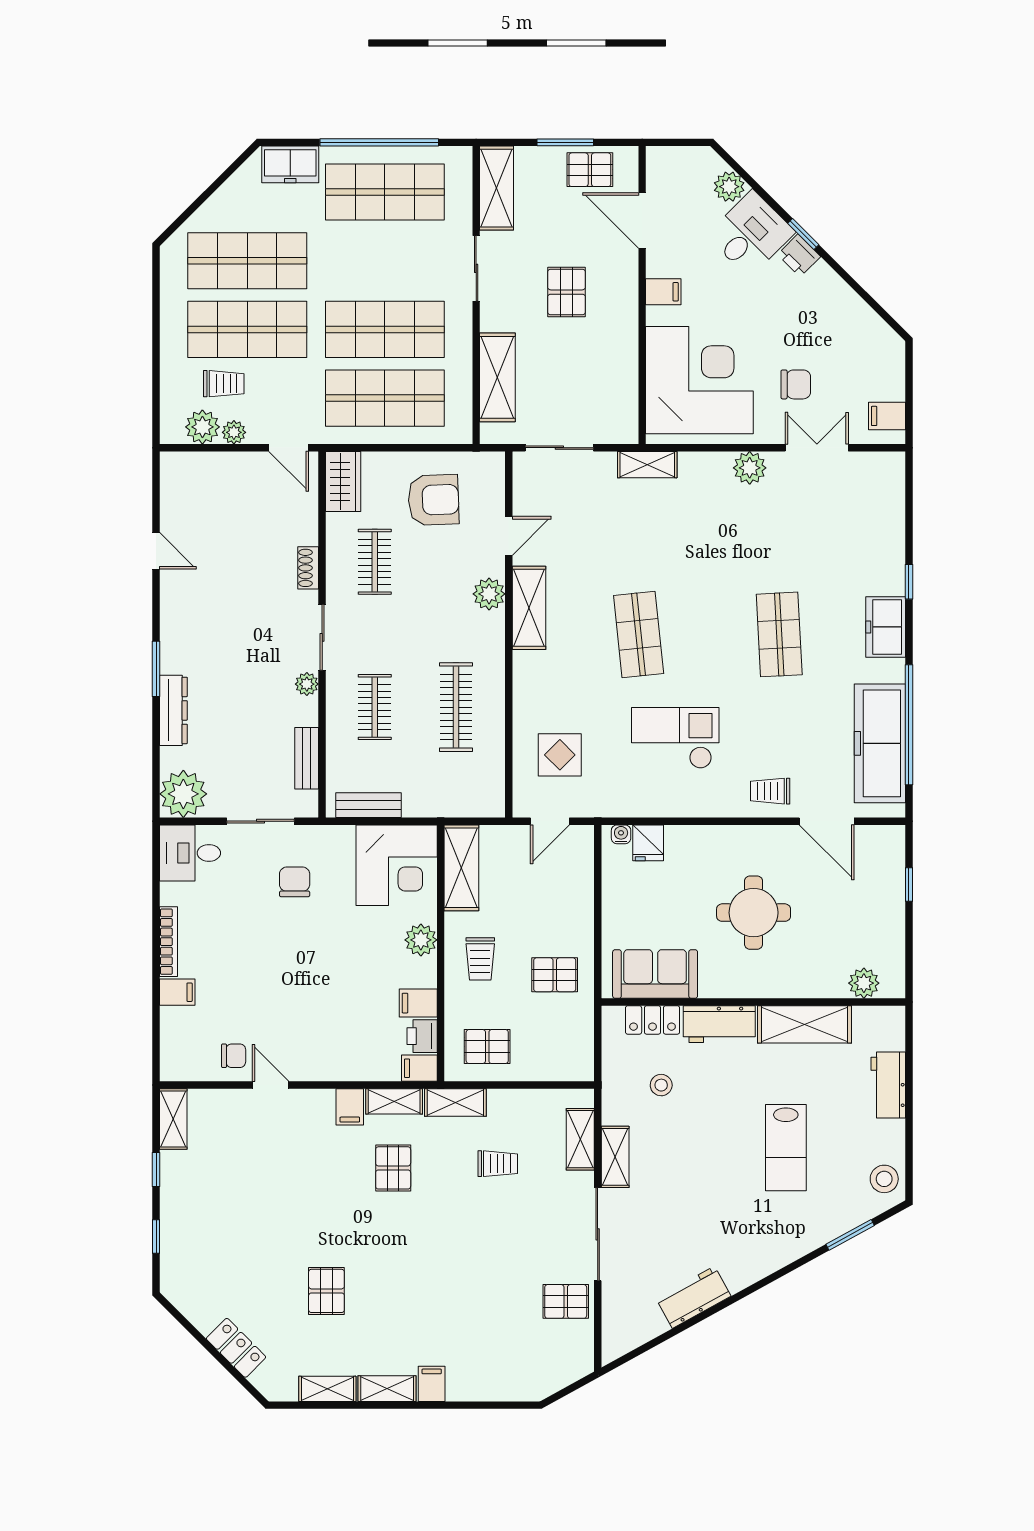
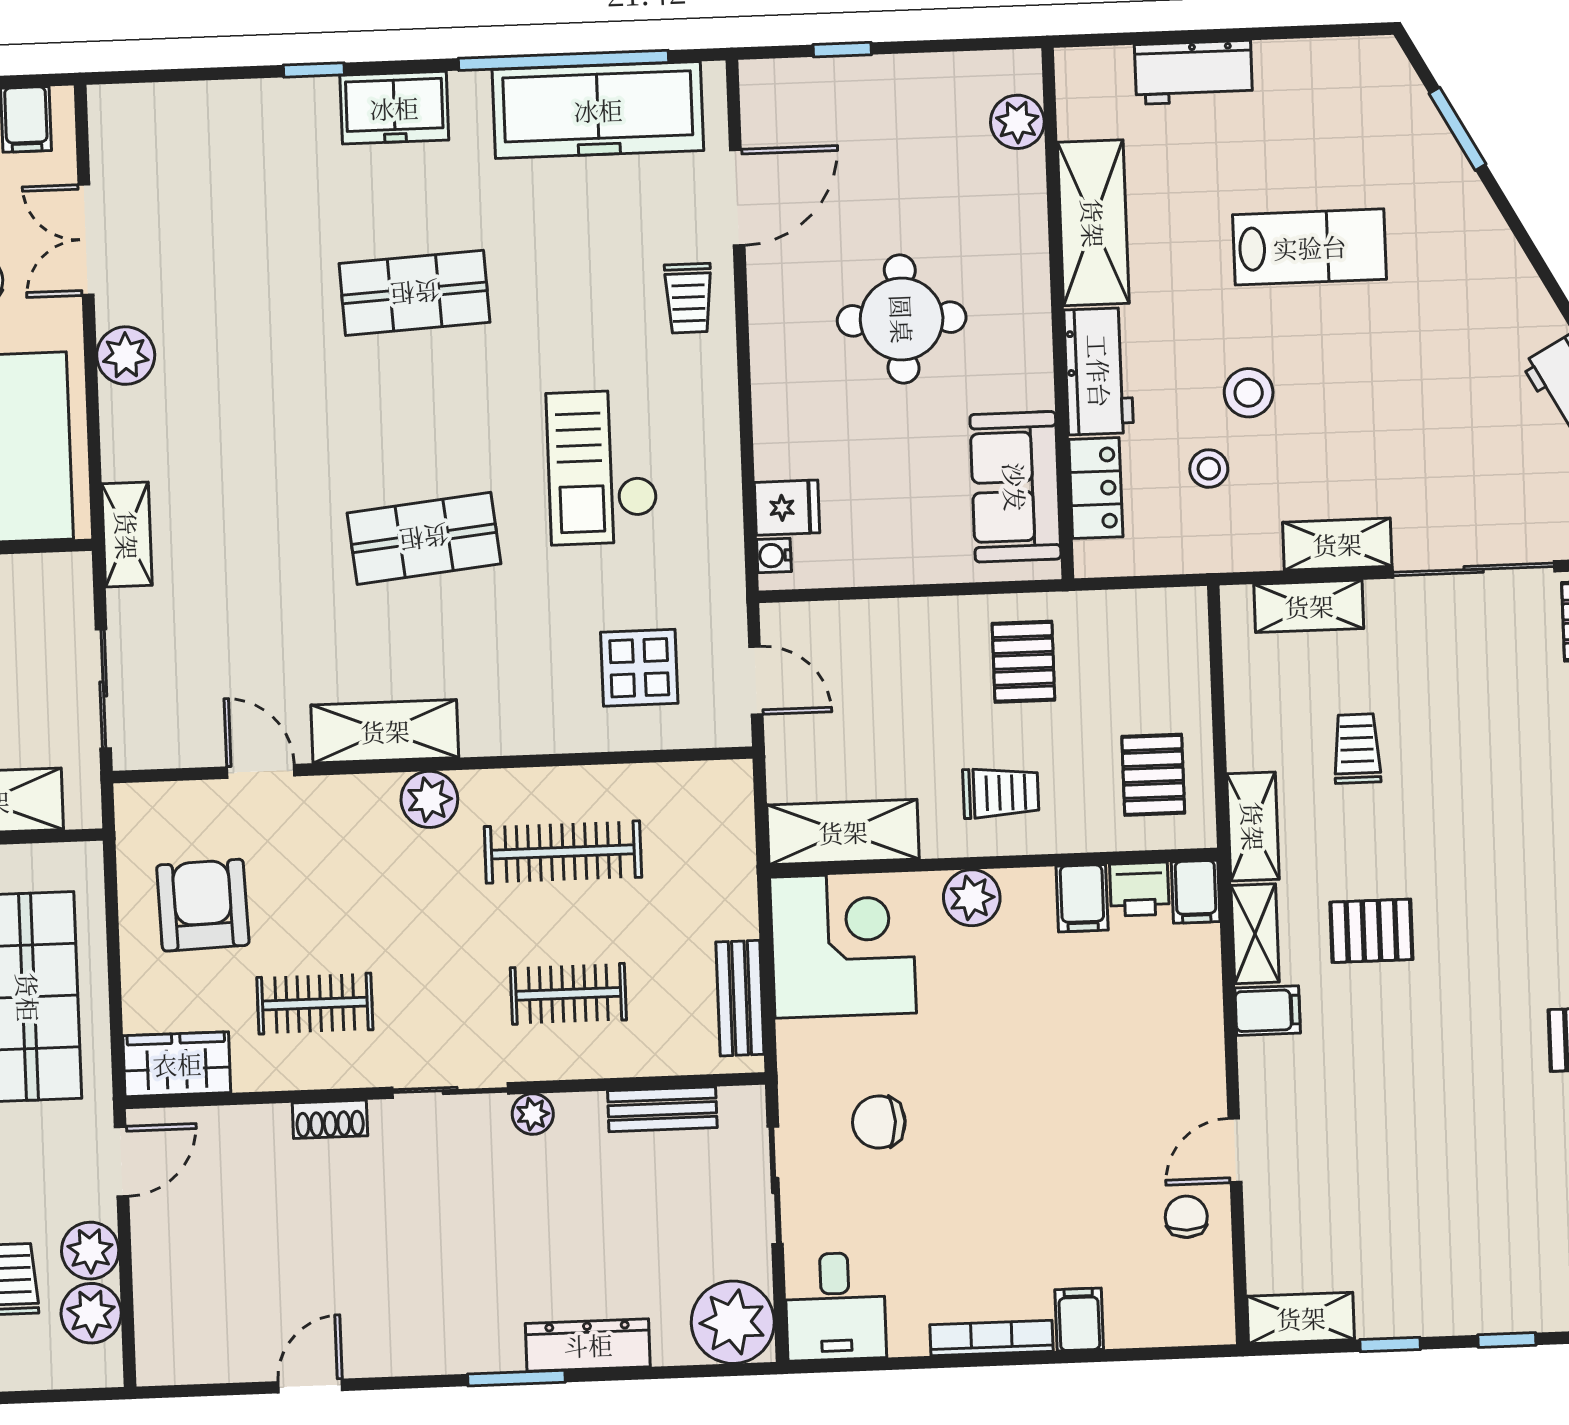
plant: (234, 432) -> (90, 1251), width x1.38, depth x1.38
plant: (489, 594) -> (429, 799), moved
stool: (884, 1179) -> (1249, 393), moved

